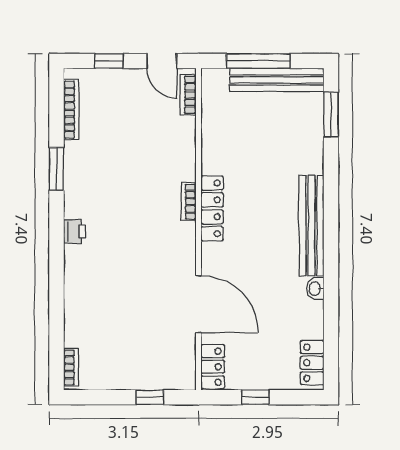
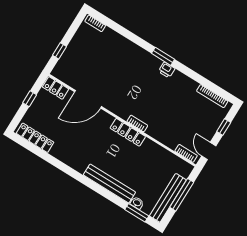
door: (162, 61) -> (209, 151), hinge flipped
window: (56, 169) -> (163, 56), moved
bench: (311, 226) -> (109, 183), moved
printer: (75, 231) -> (167, 70), moved
washbasin: (315, 289) -> (137, 203), moved
locker: (312, 363) -> (35, 138), width x1.53

